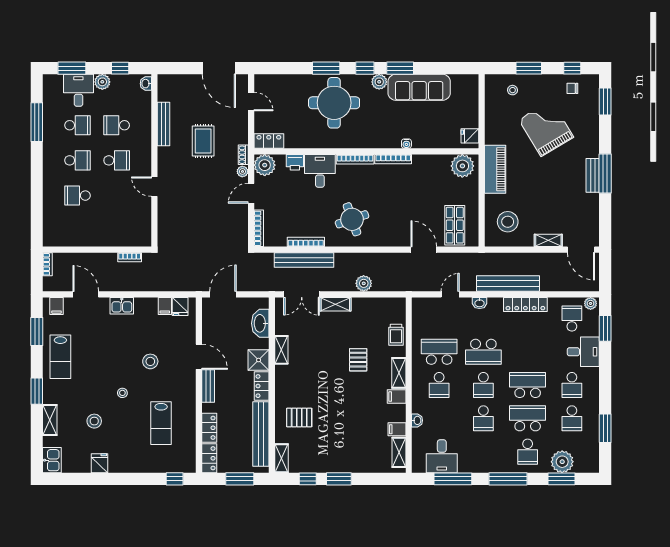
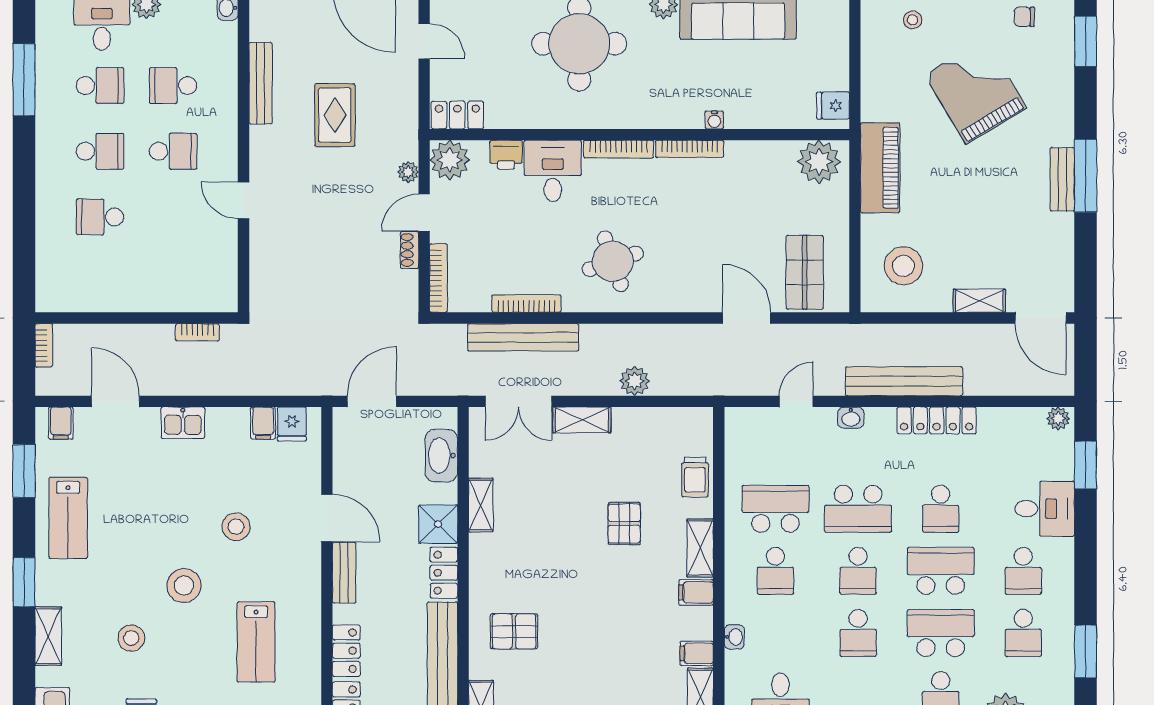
shoe rack: (243, 155) -> (410, 250), moved
school desk: (572, 319) -> (941, 509), moved, turned 180
stool: (122, 393) -> (184, 585), width x1.89, depth x1.89

